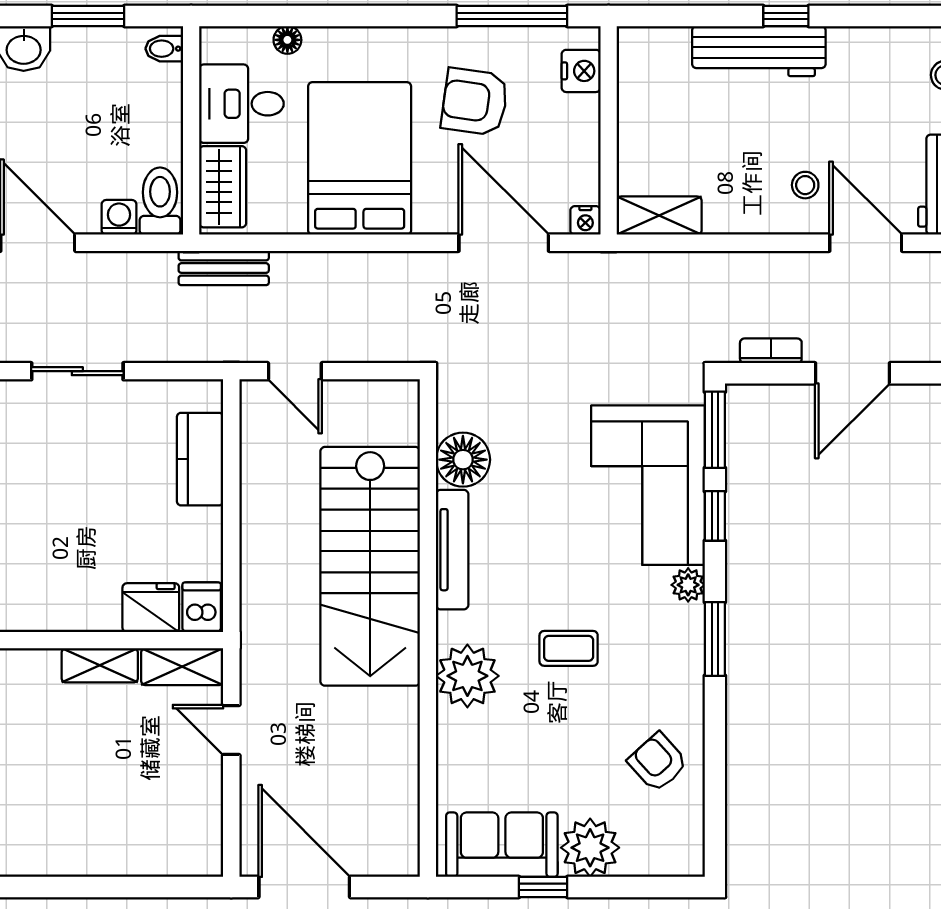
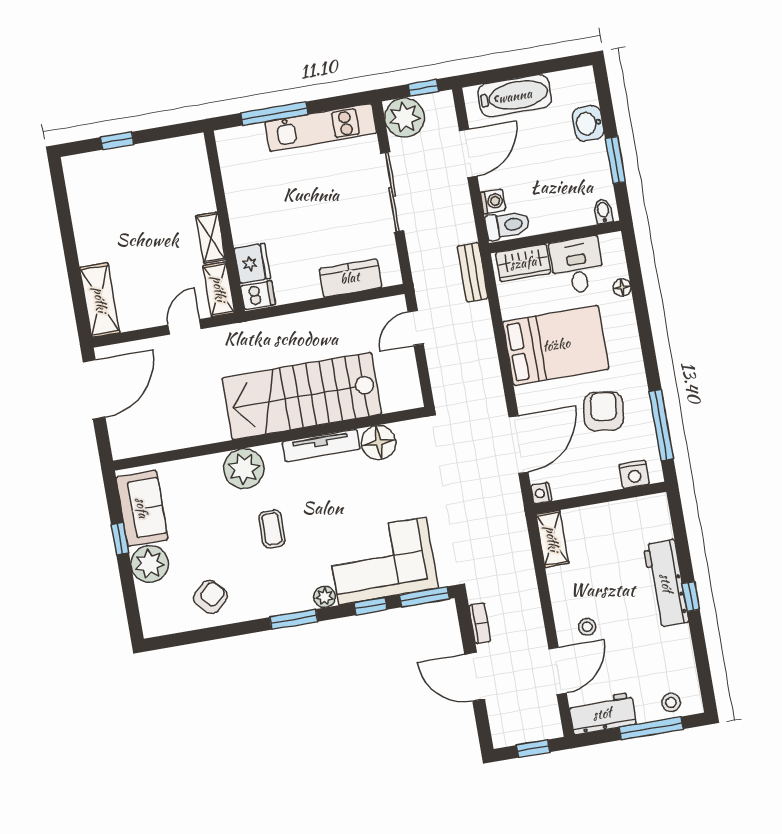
sliding door: (77, 371) -> (392, 192), width x1.37
shelving: (167, 855) -> (100, 300), added

